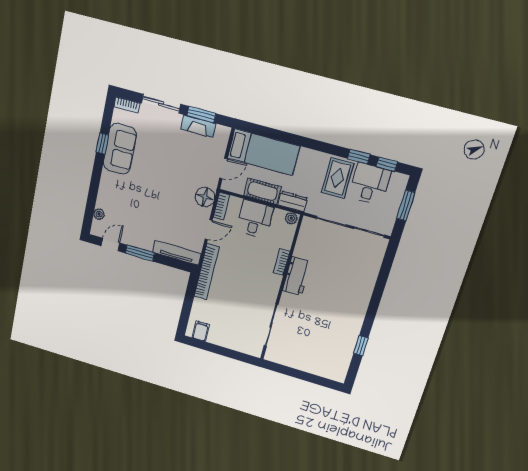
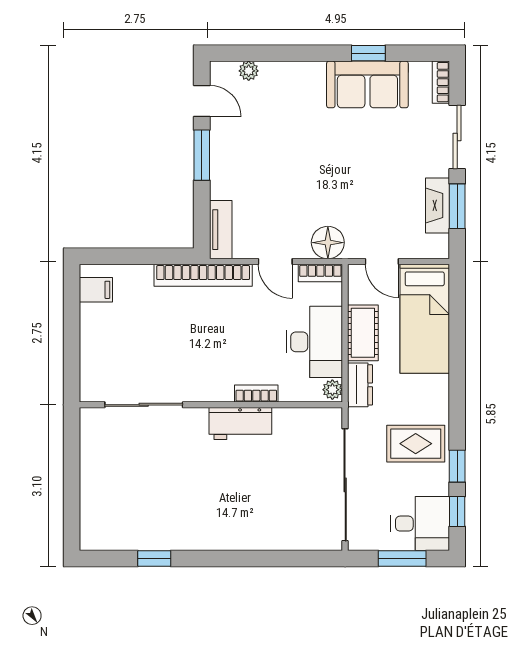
desk: (370, 184) -> (420, 524), moved
desk: (255, 219) -> (314, 342), width x1.37
tv unit: (177, 253) -> (221, 230), width x0.71

